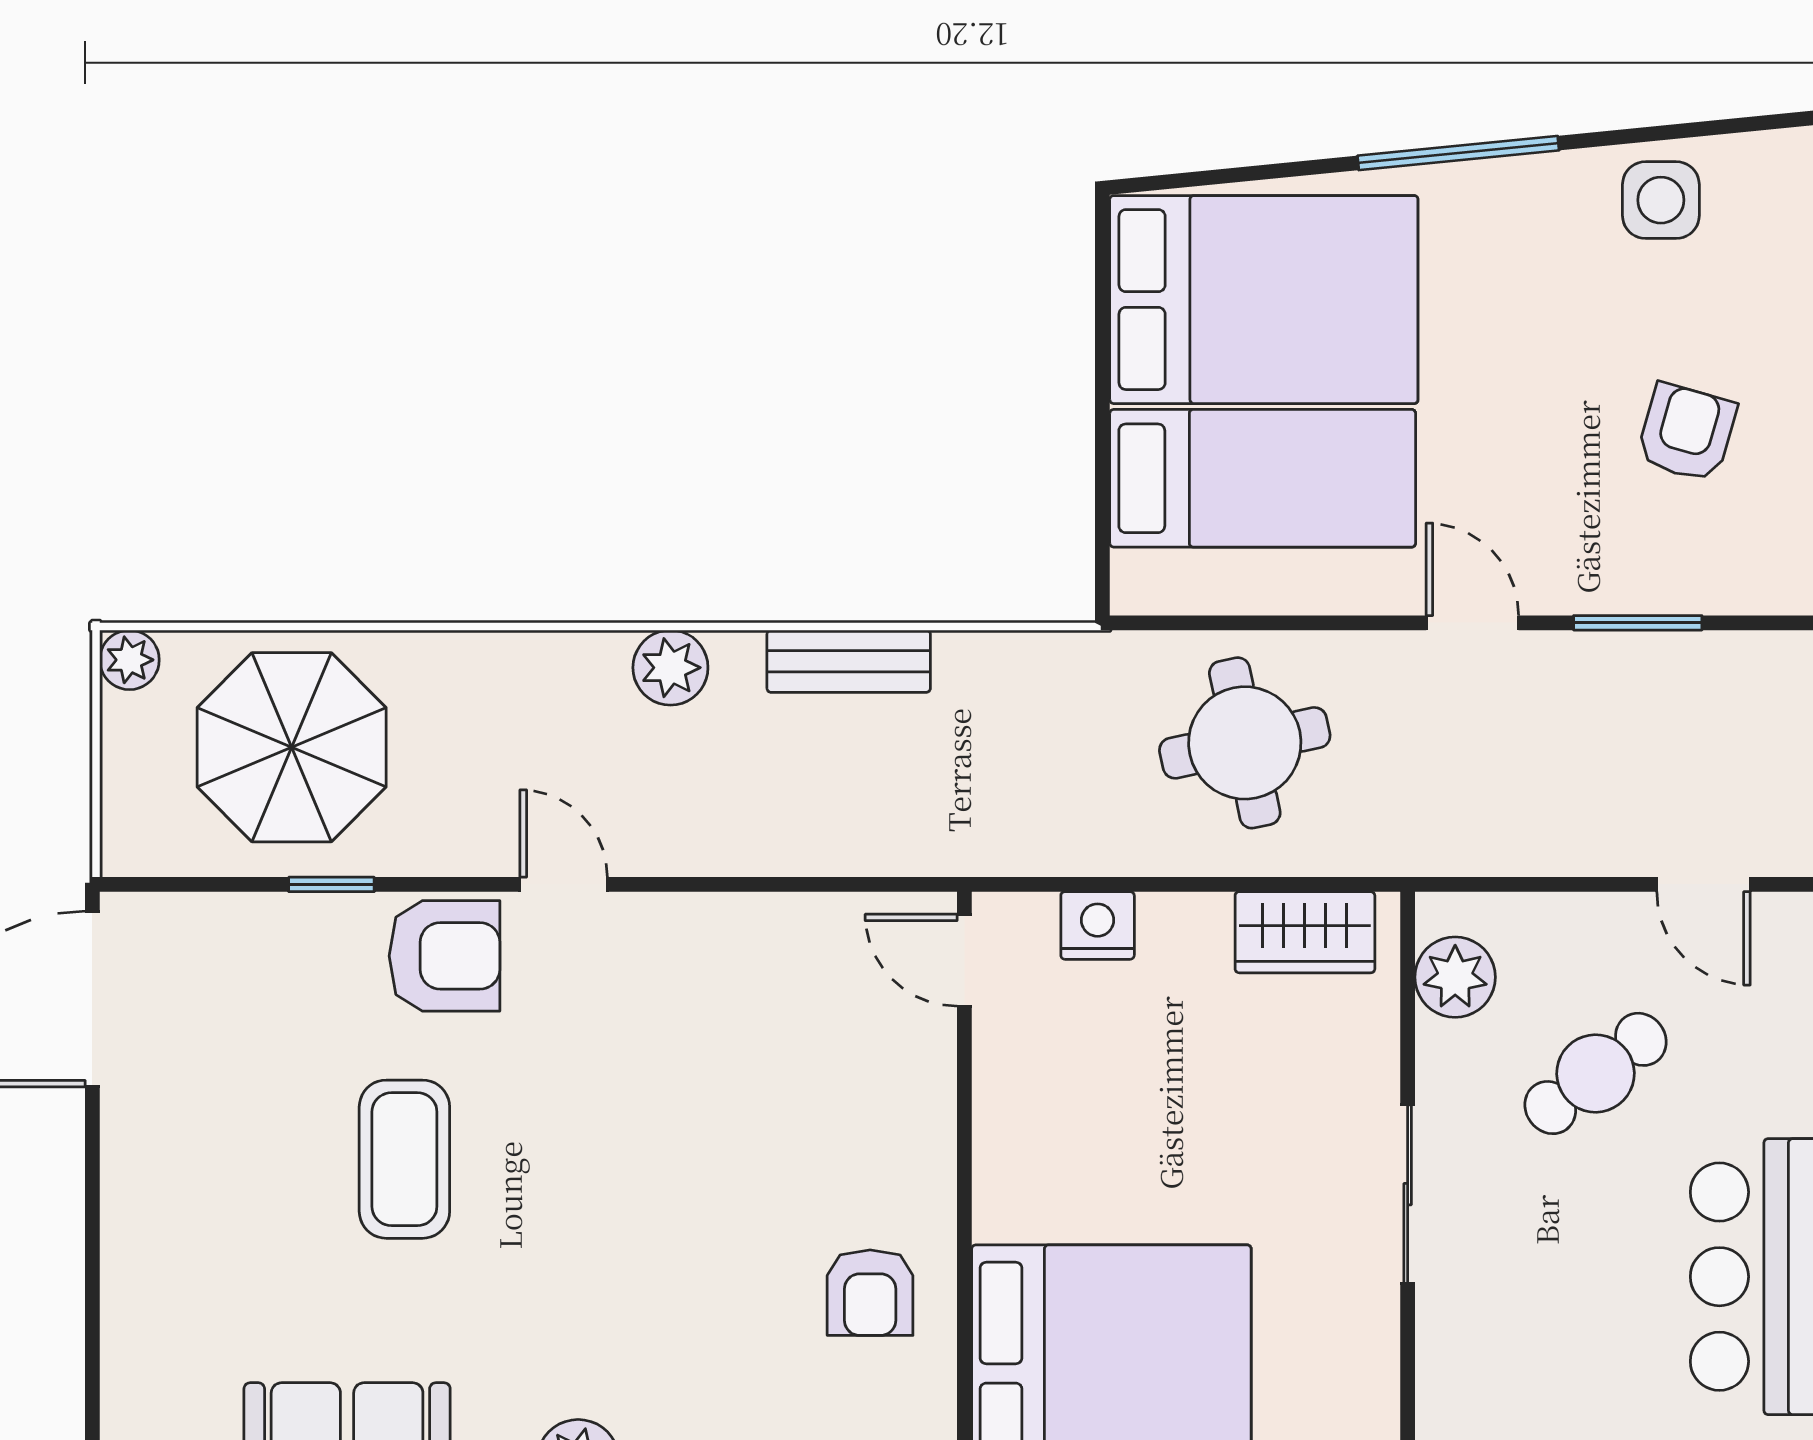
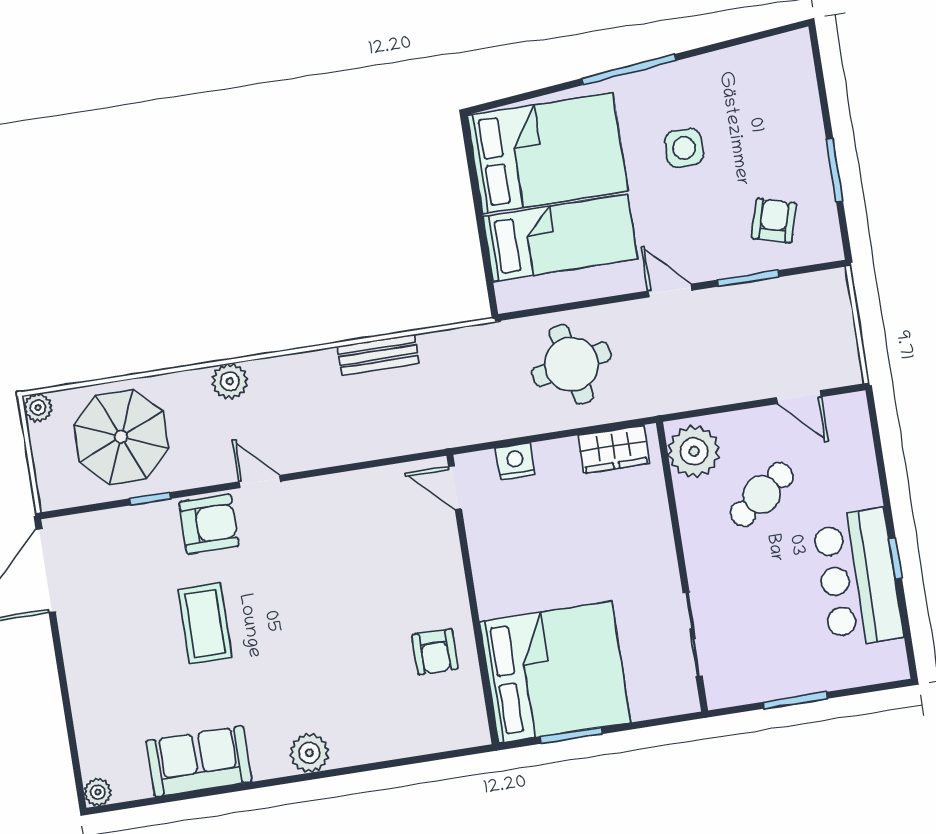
side table: (1661, 200) -> (684, 148), moved
armchair: (1687, 433) -> (774, 221), moved
plant: (670, 668) -> (230, 381), moved
plant: (1455, 977) -> (694, 451), width x1.36, depth x1.36
sliding door: (1408, 1194) -> (693, 634), moved

